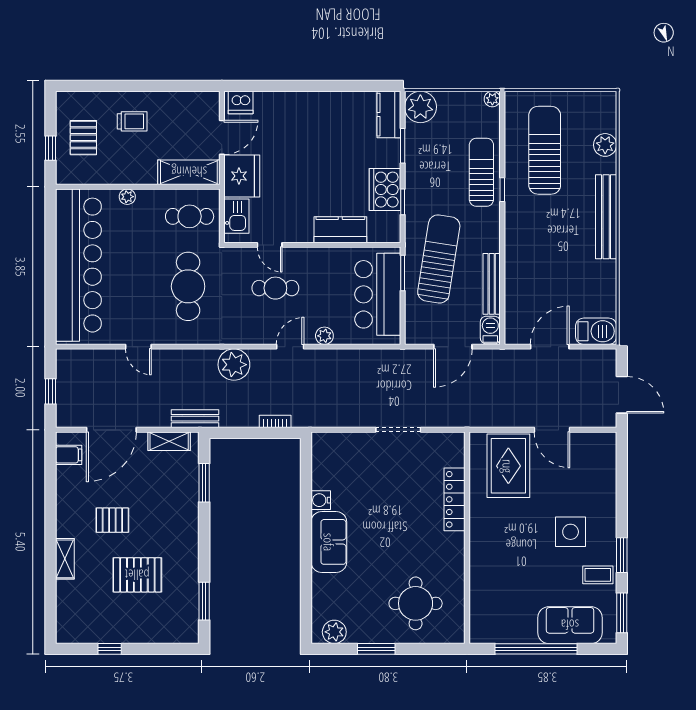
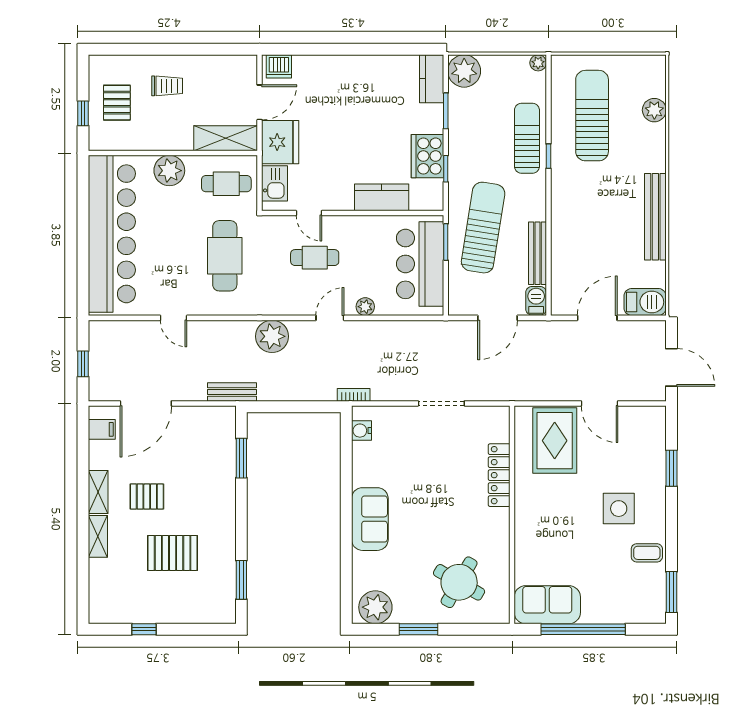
plant: (127, 197) -> (169, 171), width x1.88, depth x1.88
bench: (606, 217) -> (655, 217), moved
bookcase: (275, 421) -> (354, 395), moved
shelving: (169, 441) -> (98, 492), moved, turned 90
water cooler: (321, 500) -> (361, 431), moved
window: (622, 555) -> (671, 468), moved
round table: (416, 603) -> (459, 582), turned 30
sofa: (570, 625) -> (547, 605), moved
plant: (334, 632) -> (375, 607), width x1.36, depth x1.36

